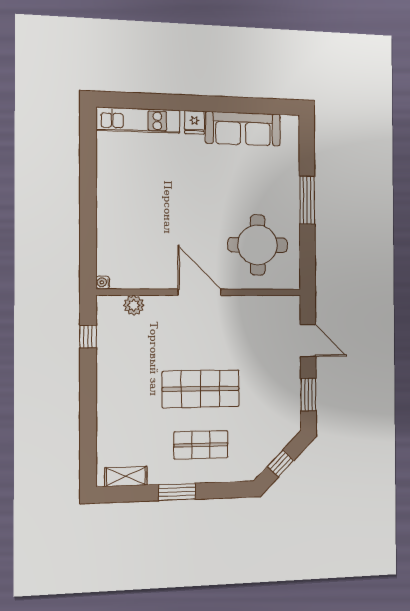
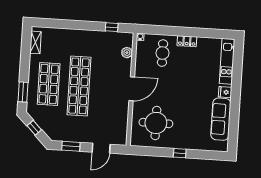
locker: (106, 195) -> (187, 41), added
window: (307, 200) -> (180, 153), width x0.46
cafe table: (130, 239) -> (162, 53), added
shop shelf: (201, 389) -> (79, 86), width x1.40
shop shelf: (201, 445) -> (49, 84), width x1.43, depth x1.36
window: (177, 492) -> (23, 92), moved

